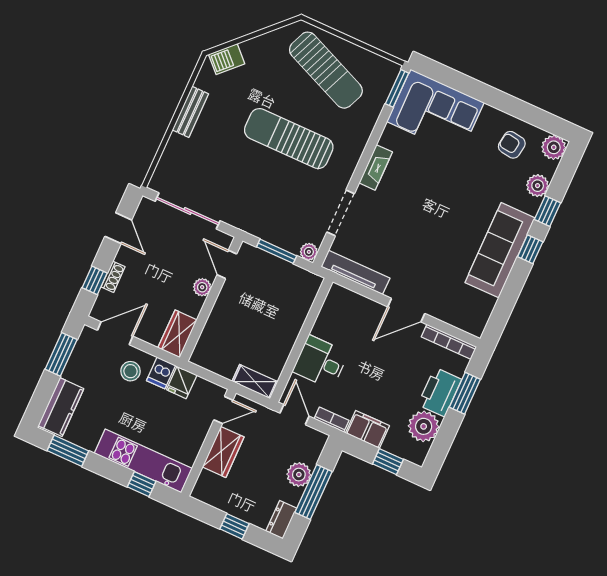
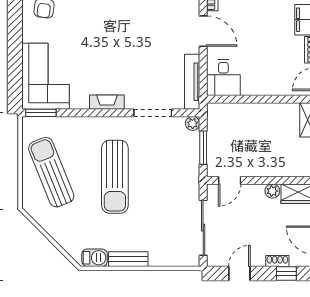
barbecue: (227, 59) -> (95, 258), moved, turned -45
sun lounger: (326, 70) -> (51, 172), turned -45
plant: (202, 287) -> (272, 191), moved
desk: (320, 362) -> (223, 78), moved

